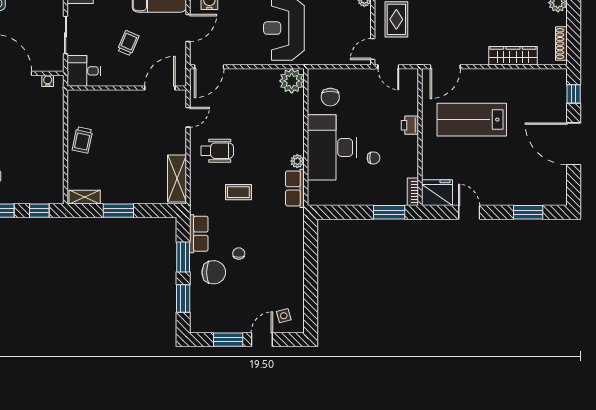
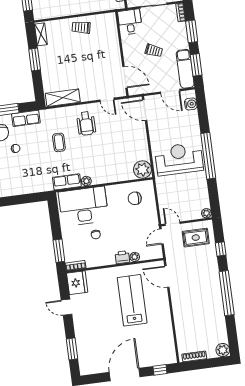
wardrobe: (513, 56) -> (181, 323), removed
plant: (412, 108) -> (135, 257), added
desk: (332, 147) -> (83, 206), moved
door: (469, 212) -> (66, 307), swing flipped

